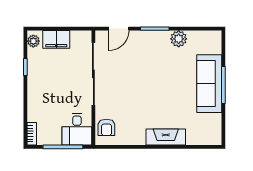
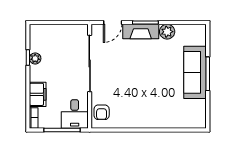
filing cabinet: (56, 39) -> (38, 94), moved, turned -90
plant: (33, 41) -> (35, 58), moved
fireplace: (166, 137) -> (141, 31), moved, turned 180

